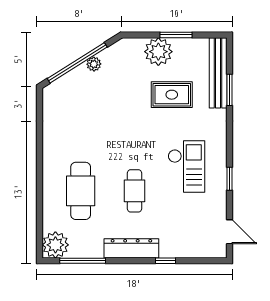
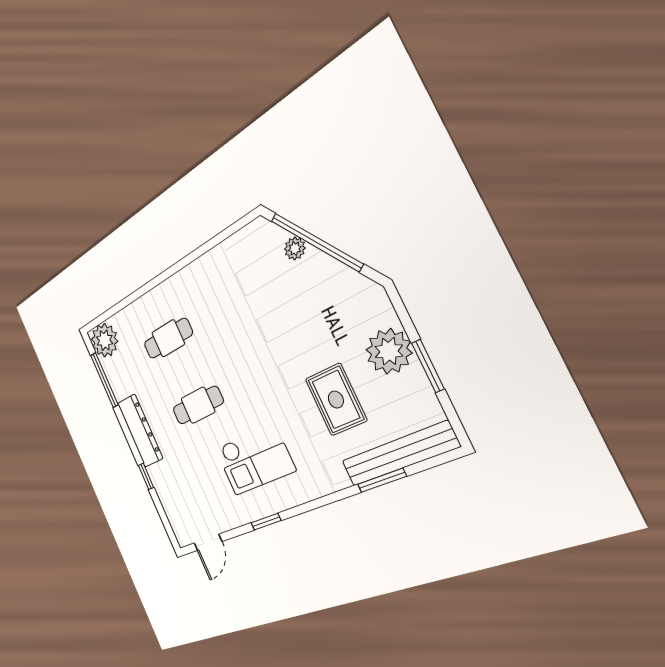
plant: (94, 64) -> (295, 249), moved
cafe table: (81, 191) -> (168, 338), width x0.73, depth x0.74

